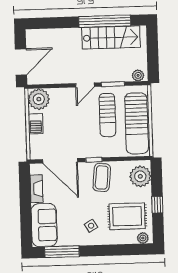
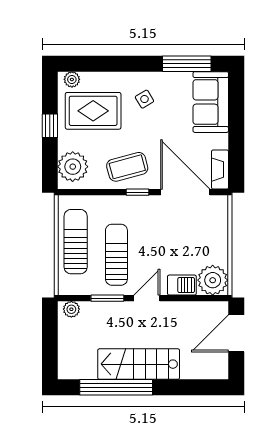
stairs: (111, 37) -> (139, 364), moved
sun lounger: (137, 123) -> (76, 242), width x0.73, depth x0.75
barbecue: (36, 124) -> (182, 285), moved, turned 90
coffee table: (102, 177) -> (127, 167), turned 69
fireplace: (36, 189) -> (220, 170), moved

